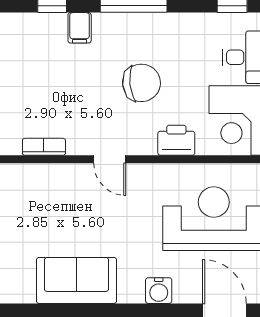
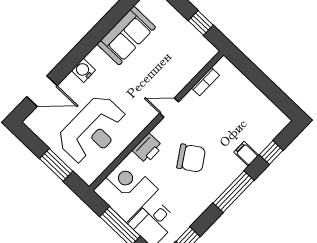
chair: (141, 83) -> (191, 158), turned -117

